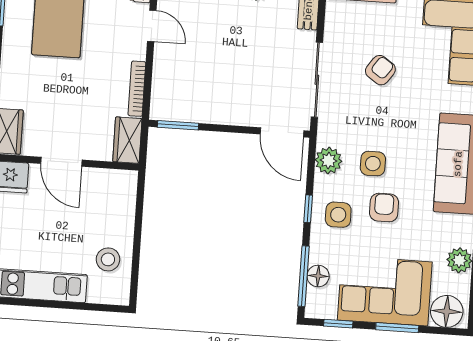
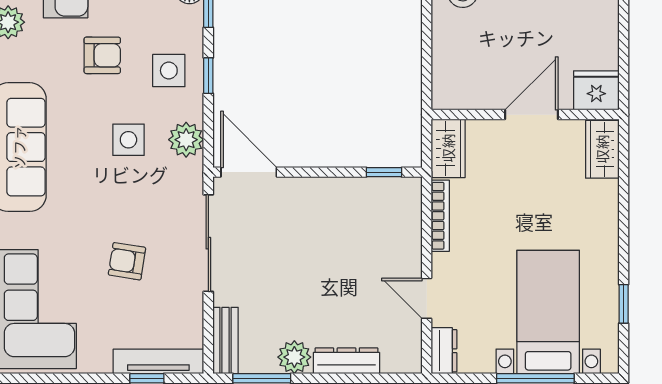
armchair: (380, 70) -> (127, 261), turned 64
window: (178, 125) -> (384, 172), width x0.67
door: (61, 162) -> (531, 115), hinge flipped
armchair: (384, 208) -> (102, 55), moved, turned -90

